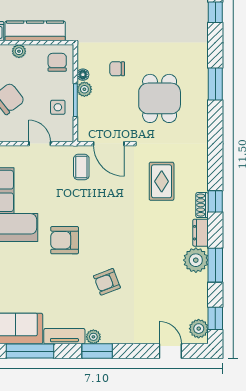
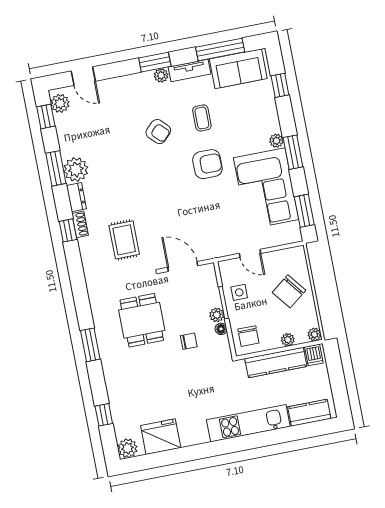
coffee table: (81, 167) -> (202, 118), moved
armchair: (107, 282) -> (158, 132), turned 66

